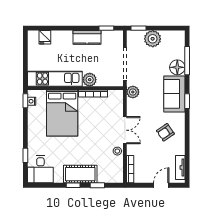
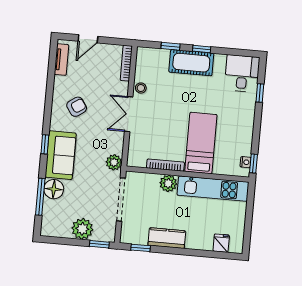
bed: (62, 113) -> (201, 143), width x0.67

